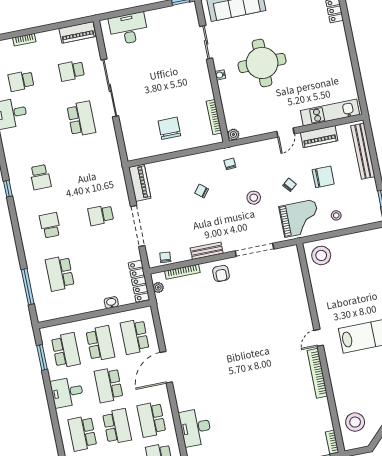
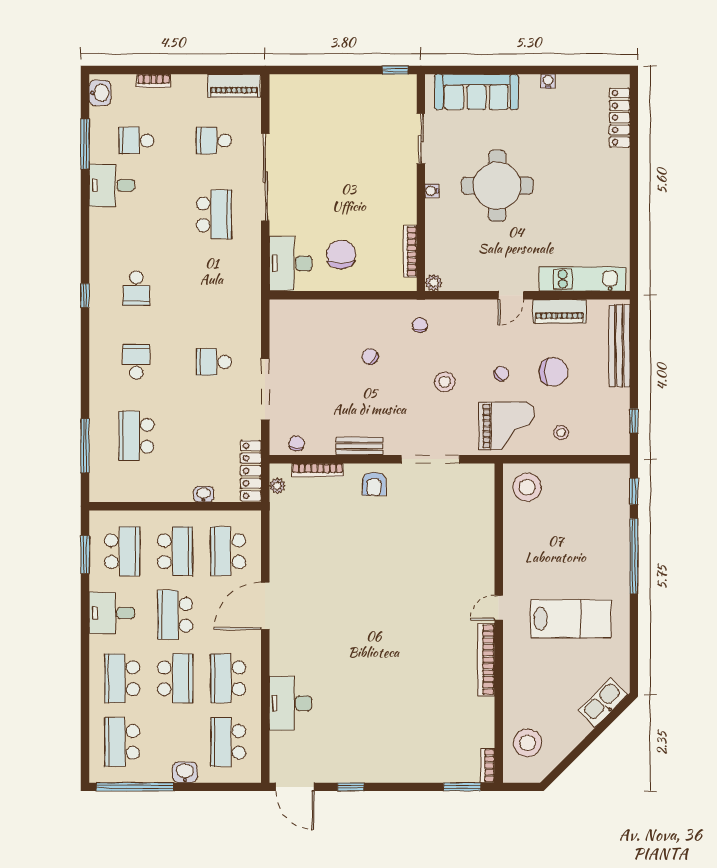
desk: (128, 29) -> (291, 263), moved, turned -90
piano: (140, 183) -> (281, 326), removed

